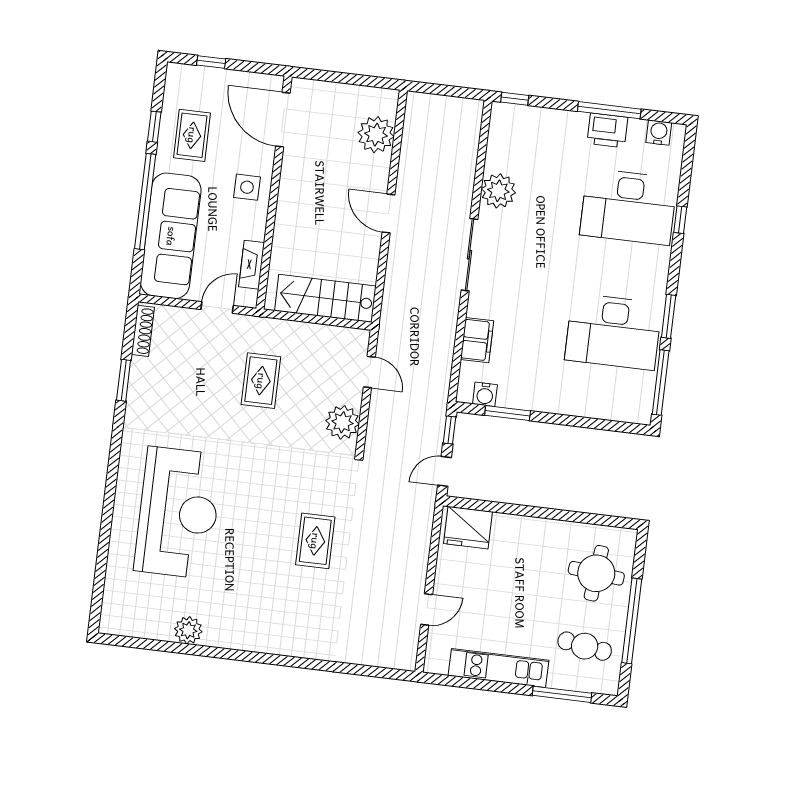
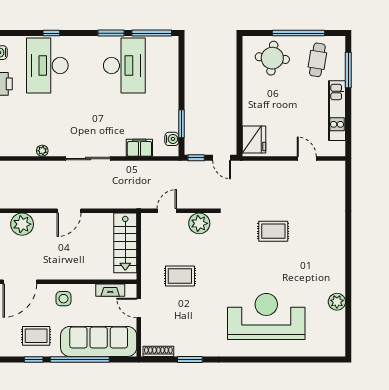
plant: (498, 191) -> (42, 151), width x0.53, depth x0.53
desk: (628, 207) -> (47, 66), turned 180

